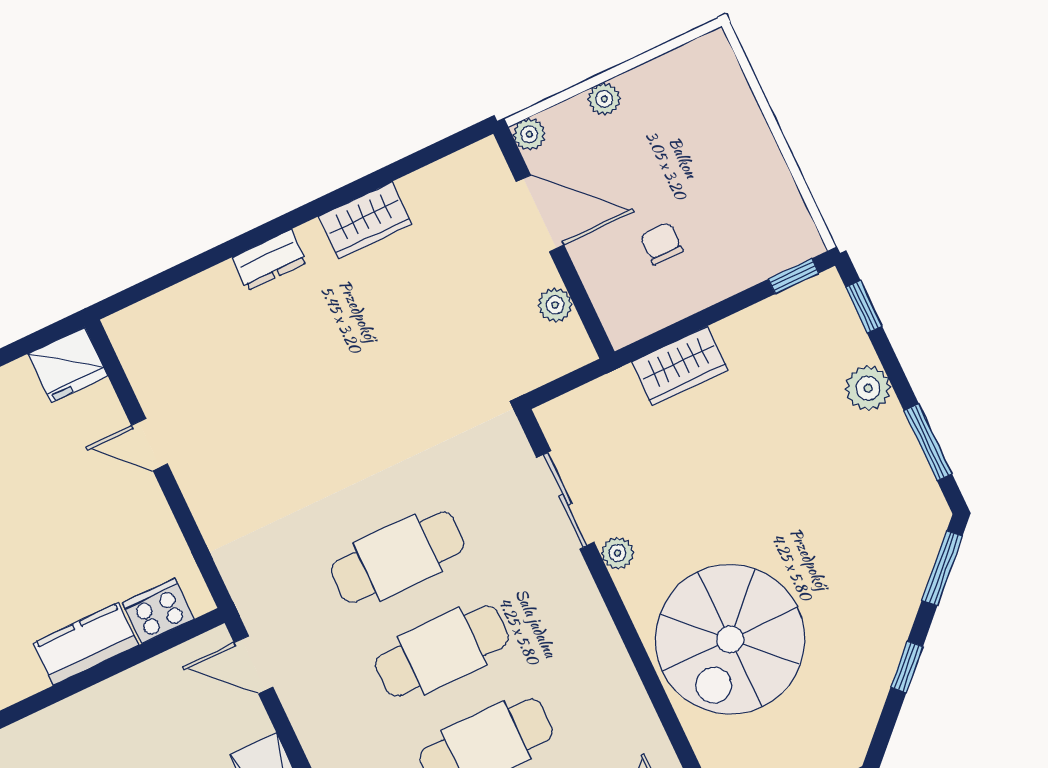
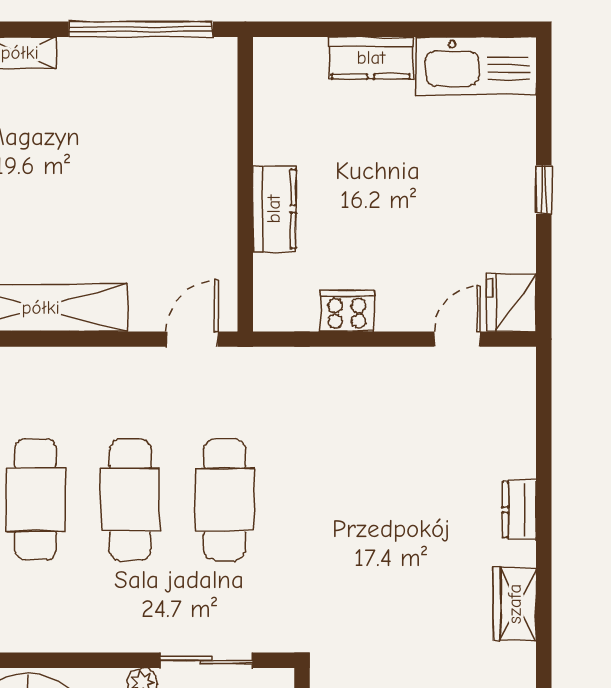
door: (149, 445) -> (457, 339), moved
cooker: (158, 611) -> (347, 311), moved, turned -90

